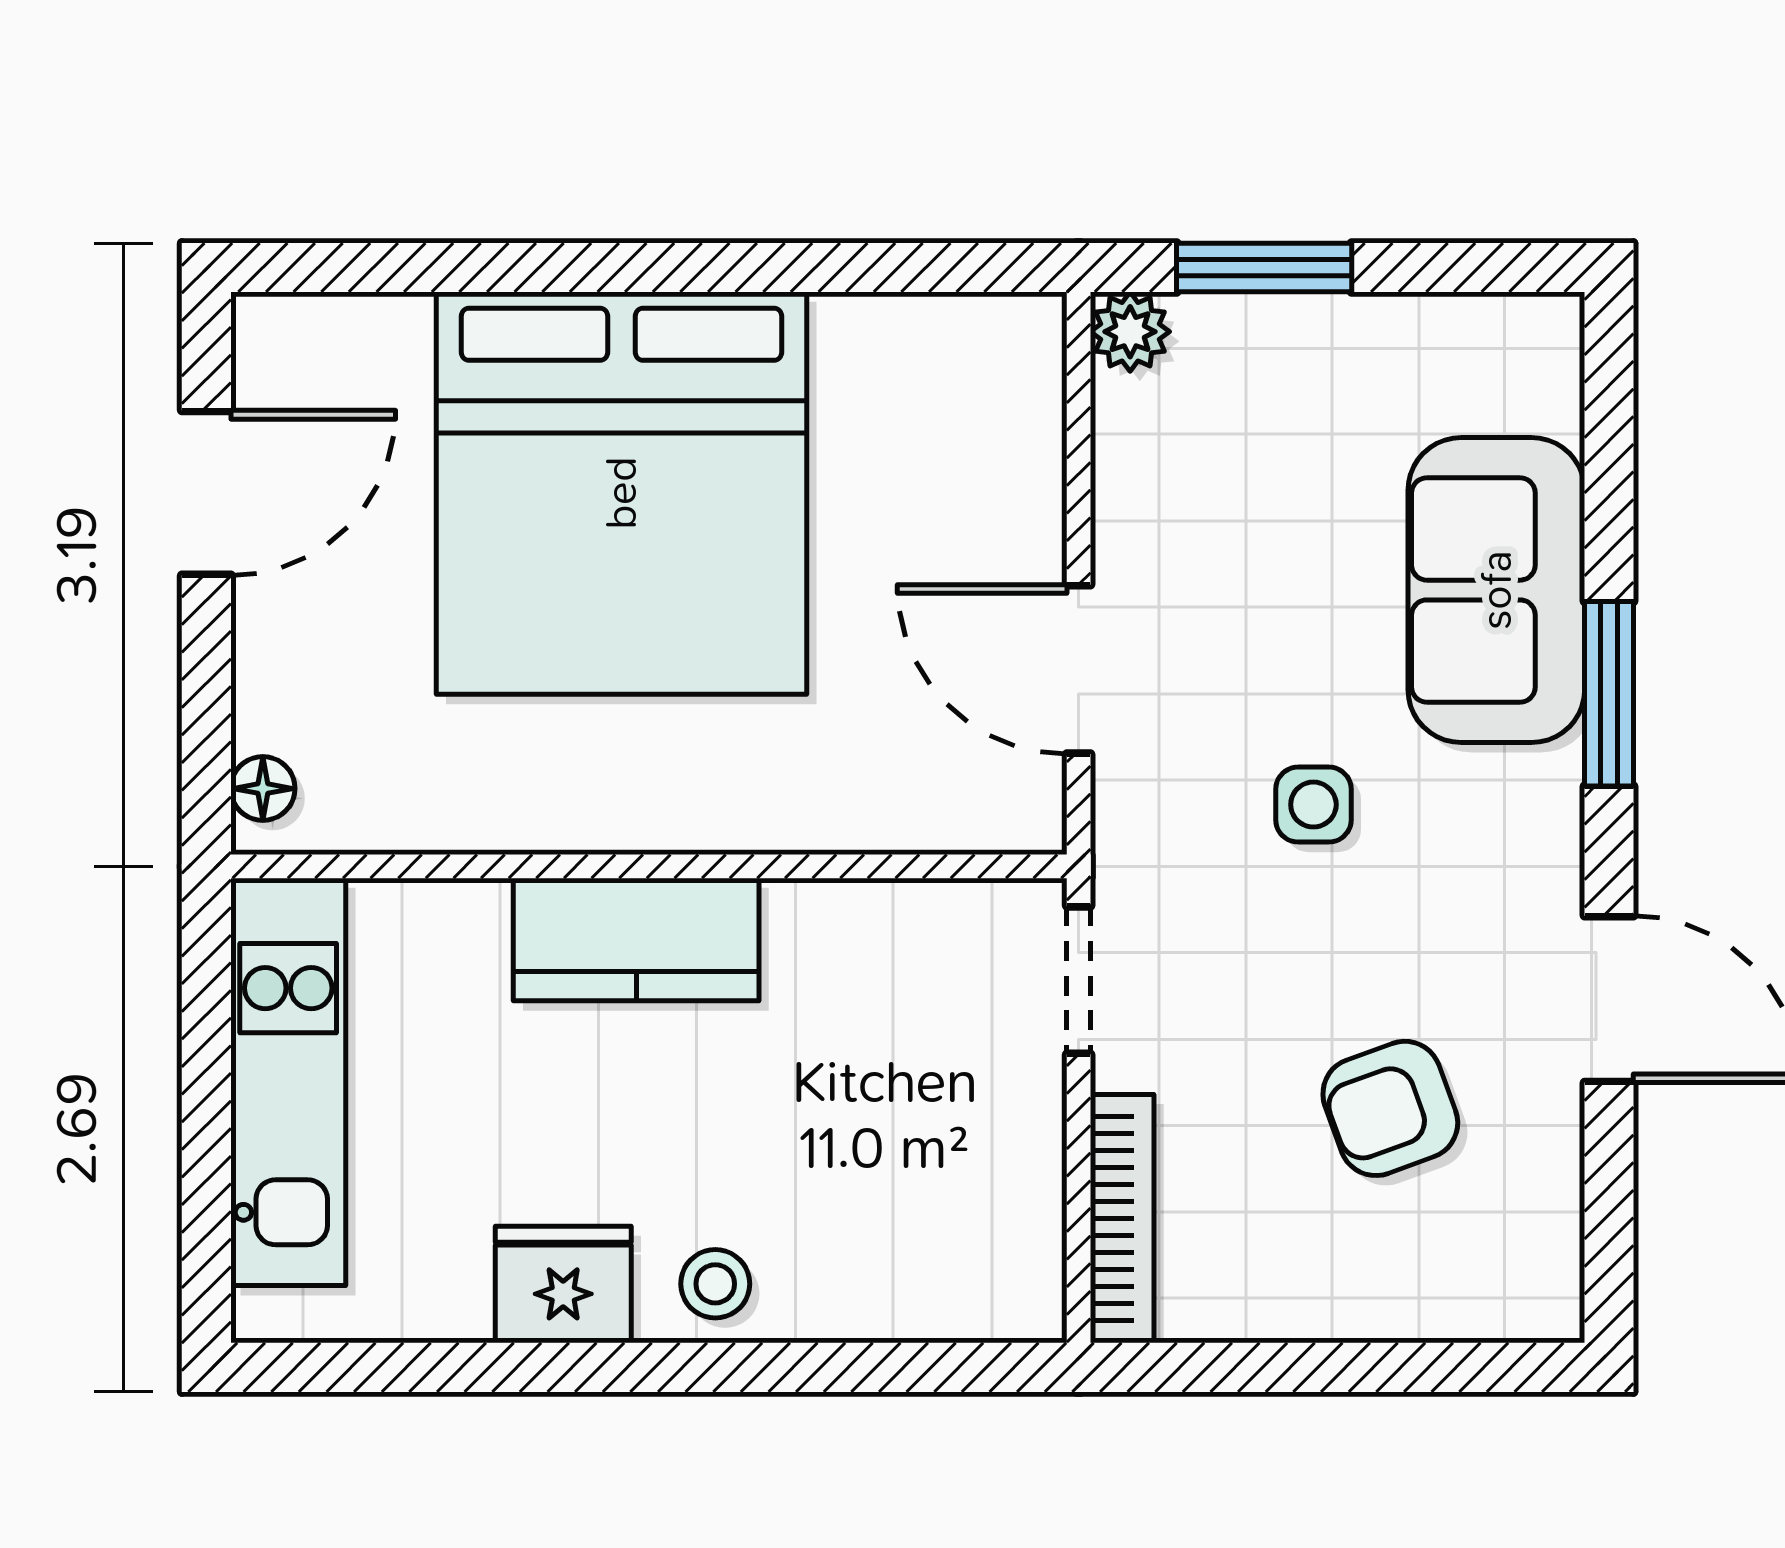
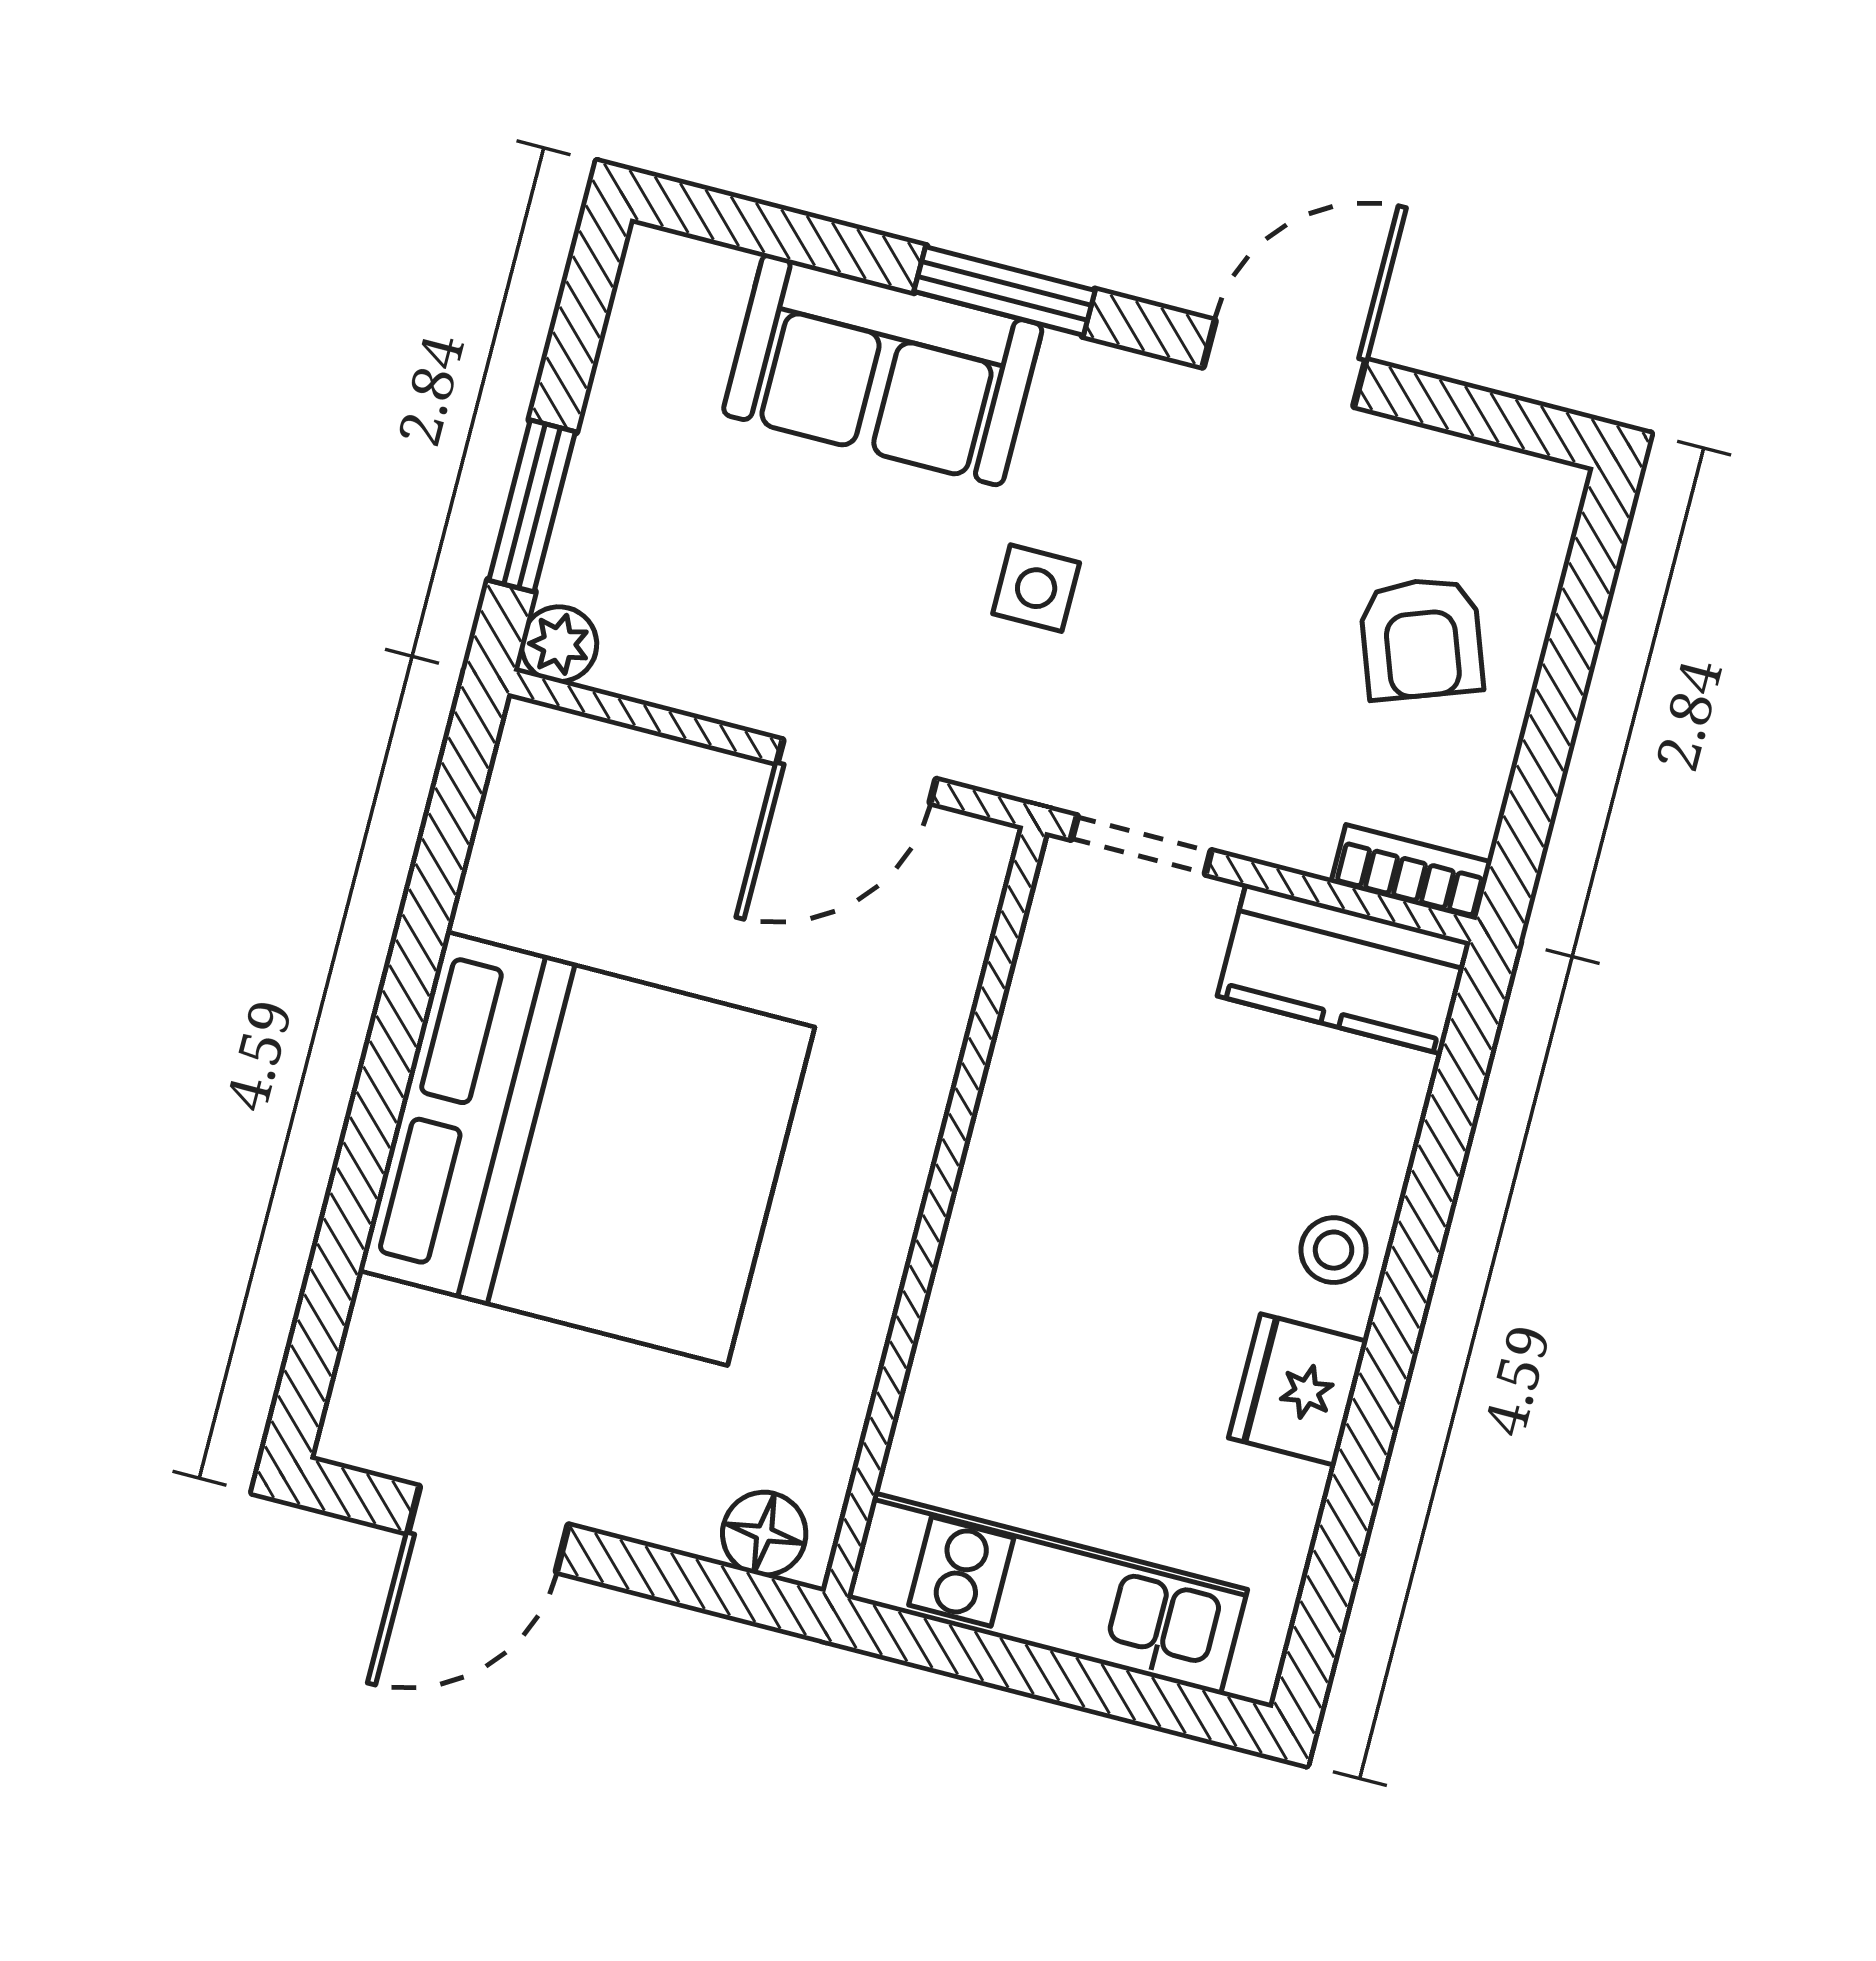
door: (206, 493) -> (488, 1529), swing flipped
floor lamp: (263, 789) -> (764, 1534), width x1.37, depth x1.37
kitchen counter: (636, 939) -> (1344, 969), moved, turned 90
armchair: (1390, 1108) -> (1421, 638), moved
bookcase: (1122, 1219) -> (1411, 872), width x0.64

